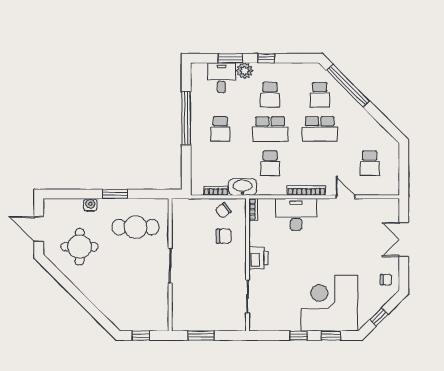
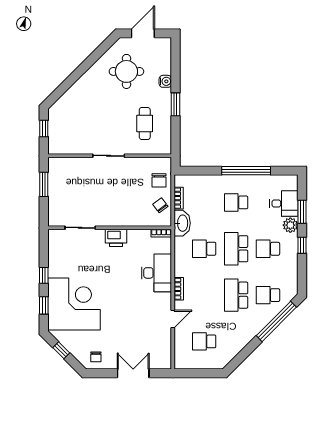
bookcase: (306, 191) -> (179, 289), width x0.64
cafe table: (135, 227) -> (145, 123), width x0.73, depth x0.74
chair: (224, 236) -> (159, 180), moved

